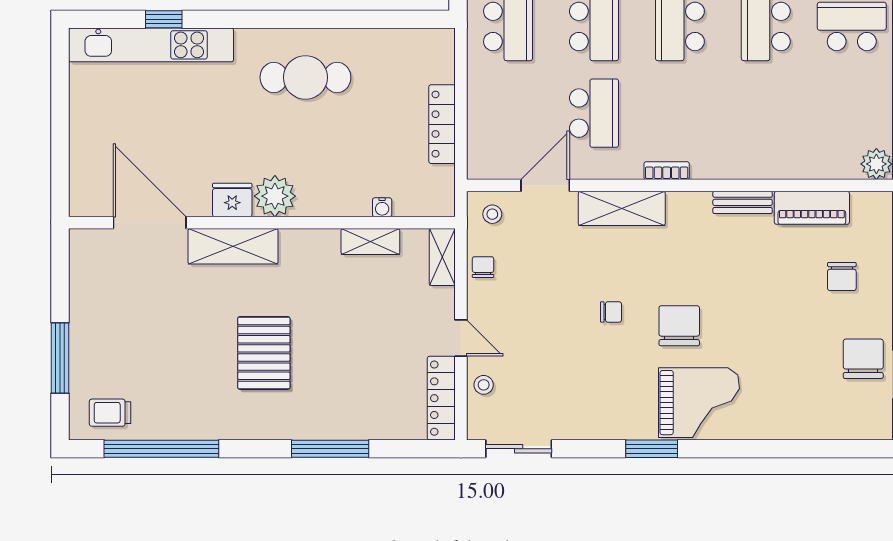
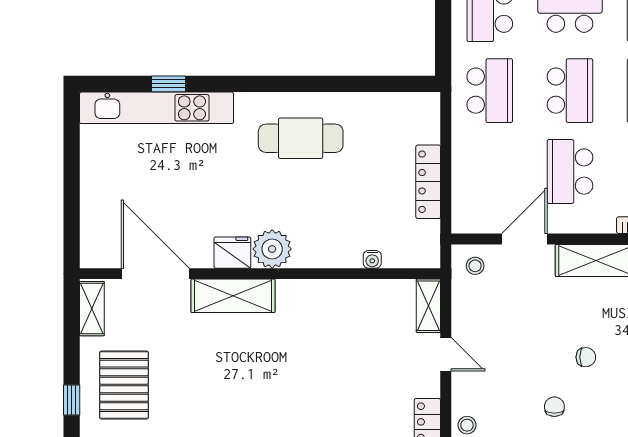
school desk: (594, 113) -> (570, 172), turned 180
shelving: (370, 241) -> (92, 309), moved, turned 90
chair: (483, 267) -> (554, 407), moved
door: (461, 338) -> (446, 354), moved
pallet: (264, 353) -> (124, 385), moved
window: (60, 358) -> (72, 400), width x0.46

